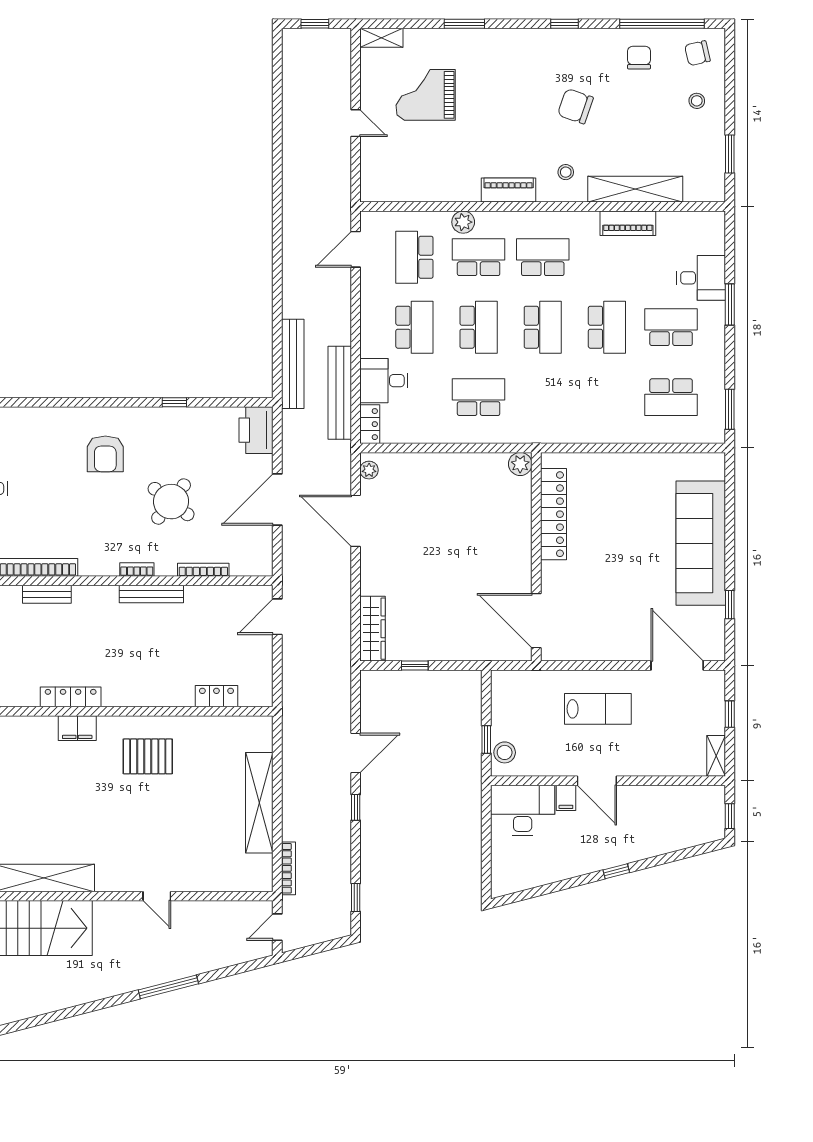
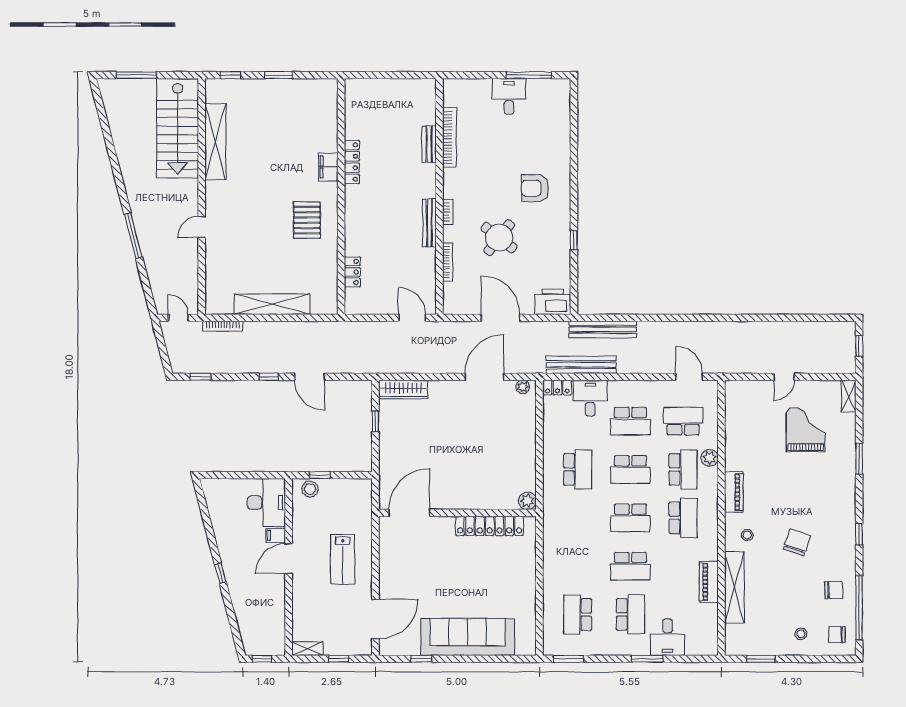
chair: (697, 53) -> (837, 634), turned -77

